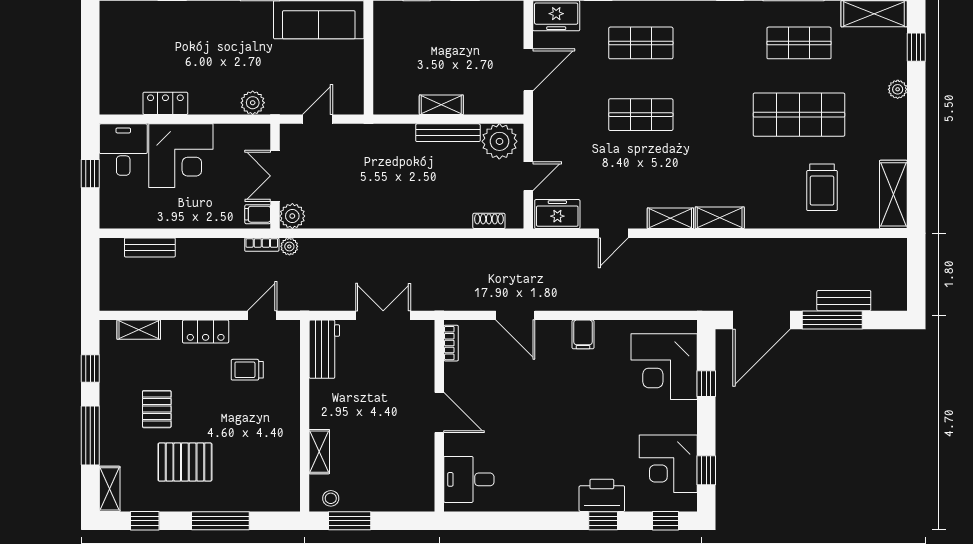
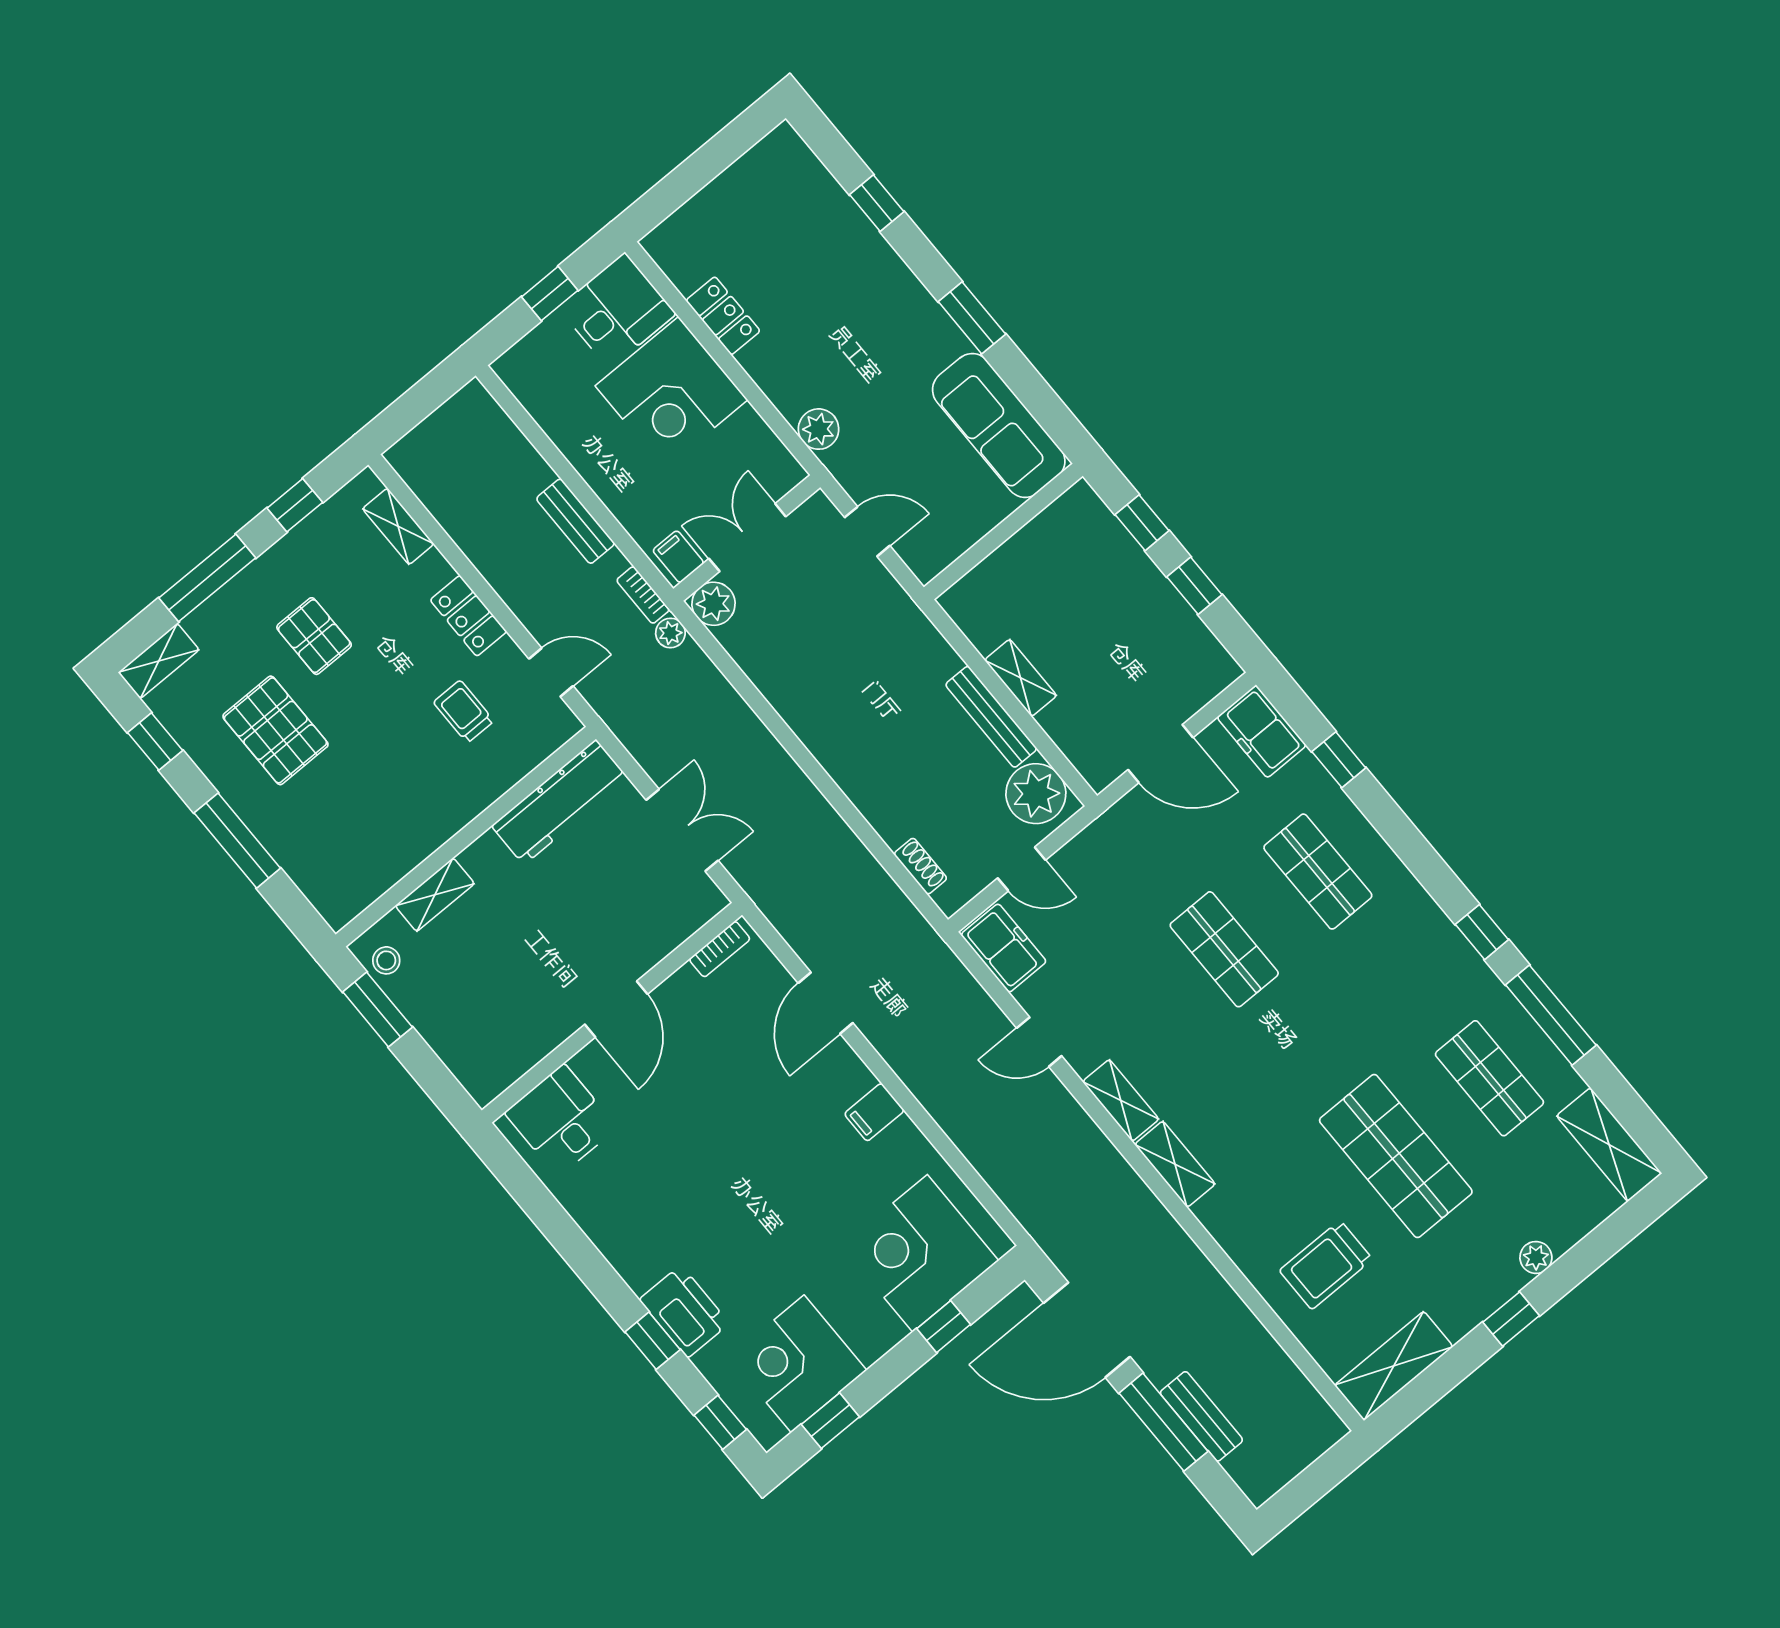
window: (916, 47) -> (1511, 1319), moved
bench: (150, 247) -> (575, 521), moved
workbench: (324, 349) -> (560, 802), width x1.38
pallet: (157, 409) -> (314, 636), turned 90

